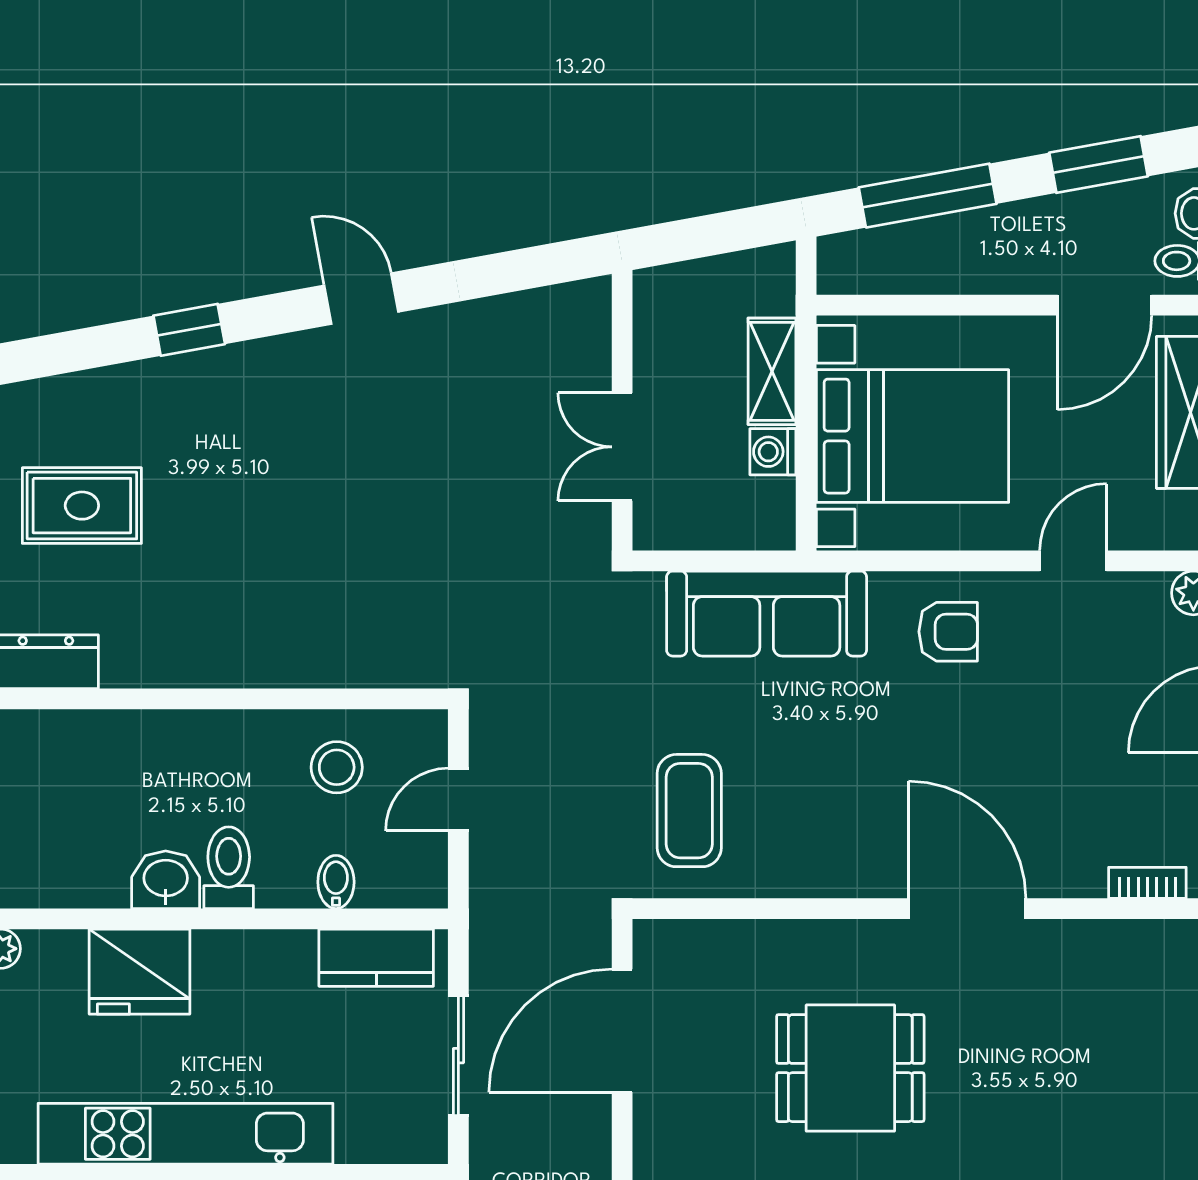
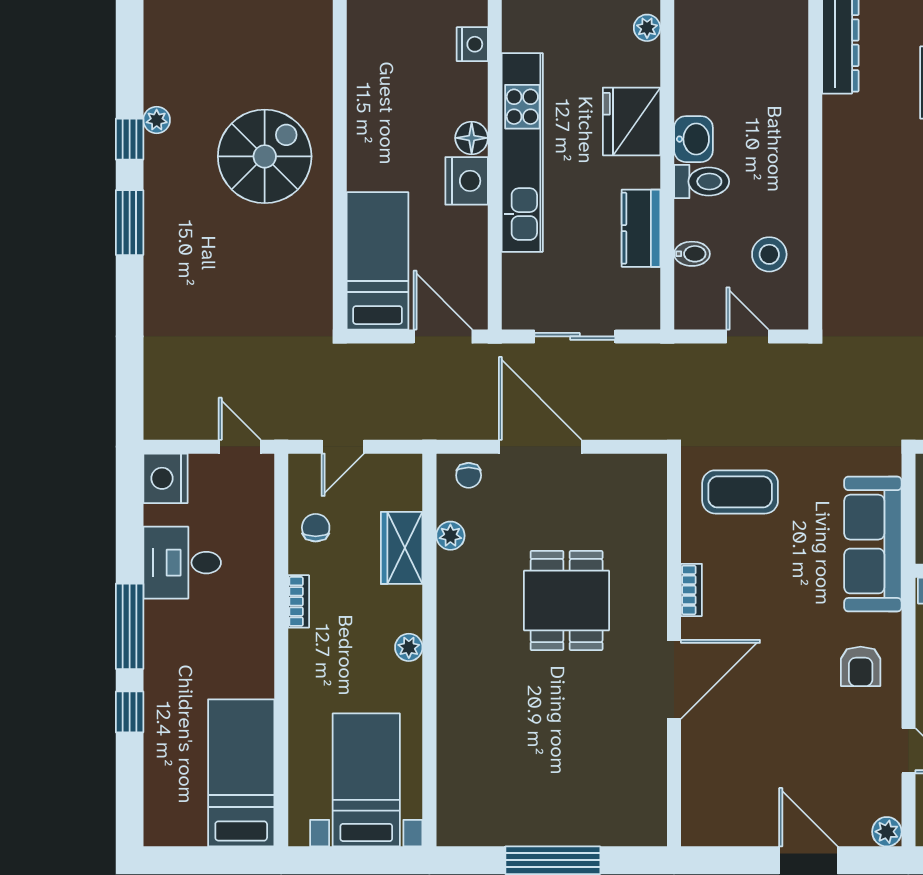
bookcase: (1147, 883) -> (691, 590), moved
kitchen counter: (376, 958) -> (641, 228), moved
door: (622, 1031) -> (540, 447), moved

